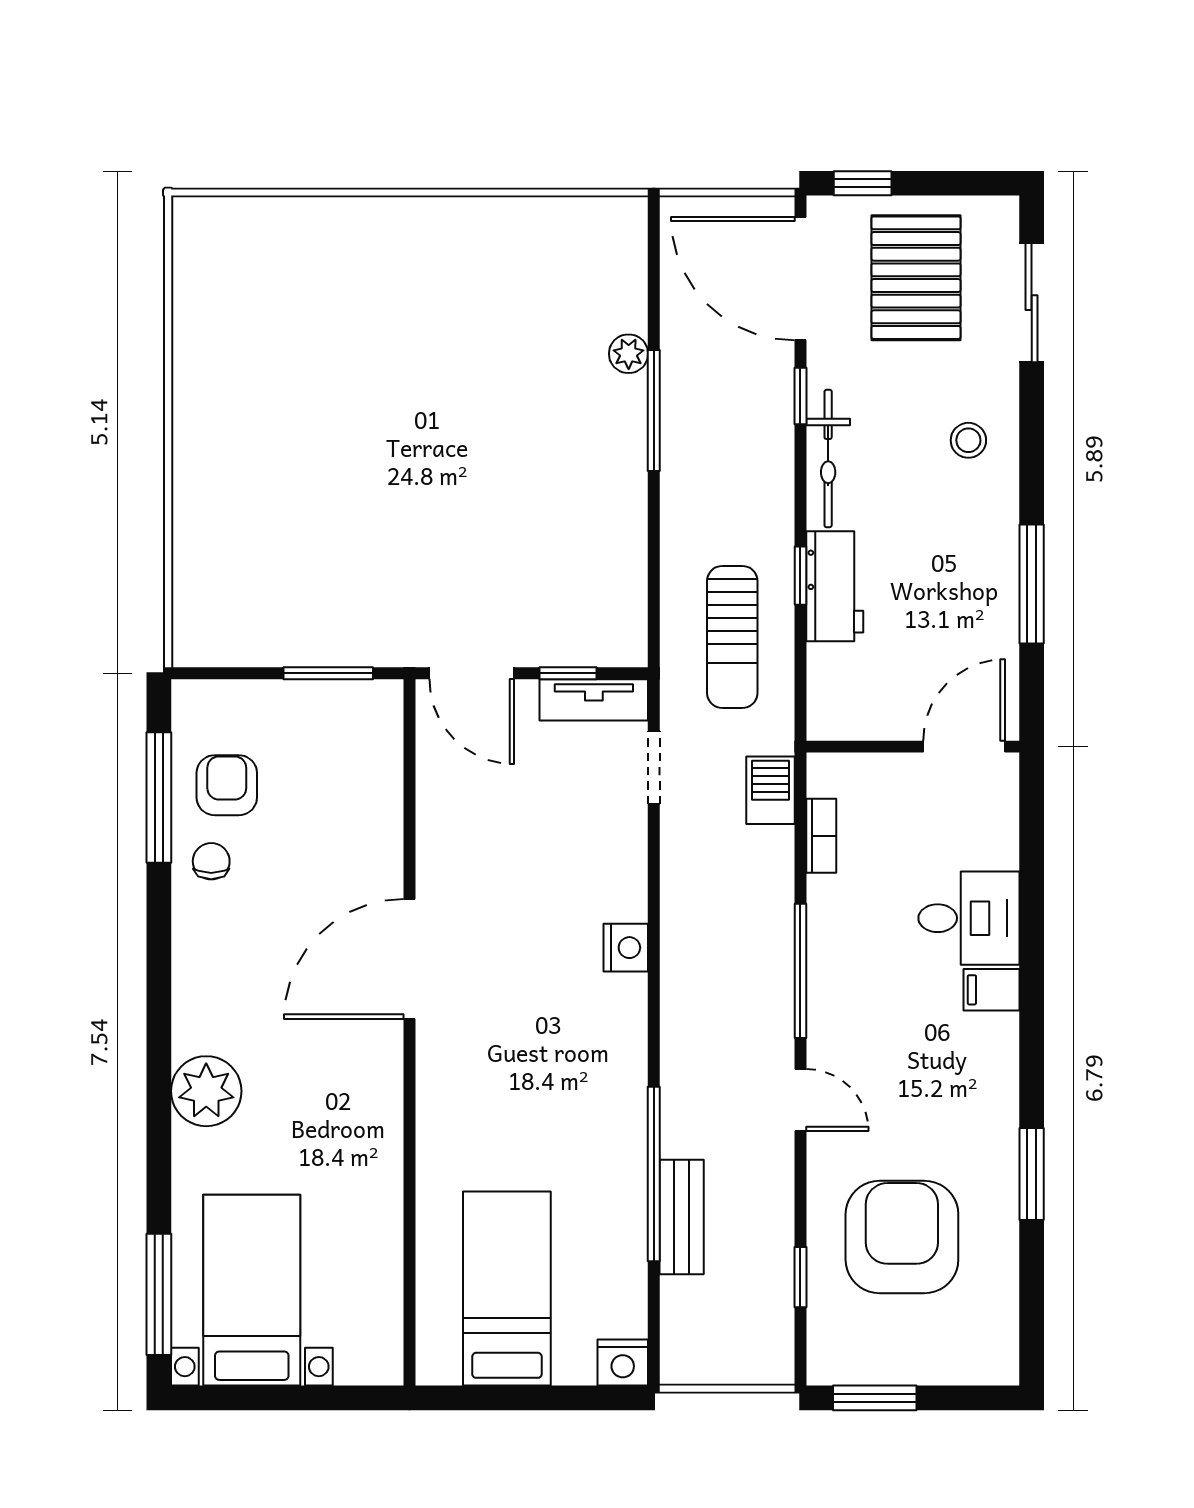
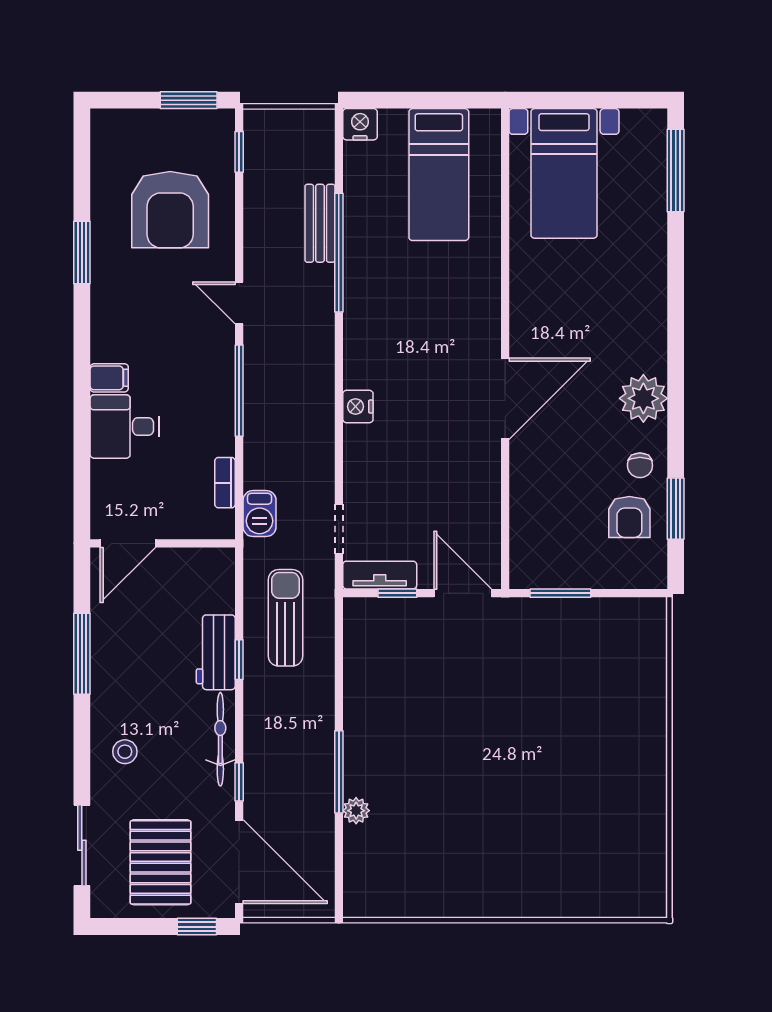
window: (159, 798) -> (676, 509), width x0.69
plant: (206, 1091) -> (643, 398), moved
window: (800, 1277) -> (239, 152), moved
bed with nightstands: (252, 1290) -> (564, 173), moved

